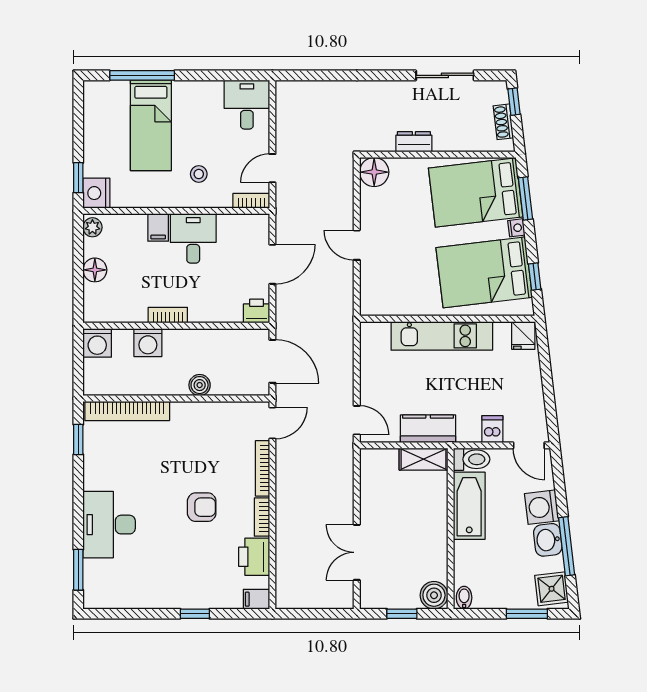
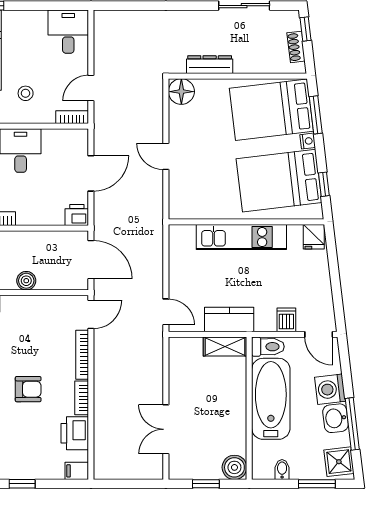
dresser: (414, 142) -> (210, 65), width x1.44
bathtub: (469, 506) -> (271, 399), width x1.36, depth x1.36
bidet: (464, 598) -> (282, 470), moved

